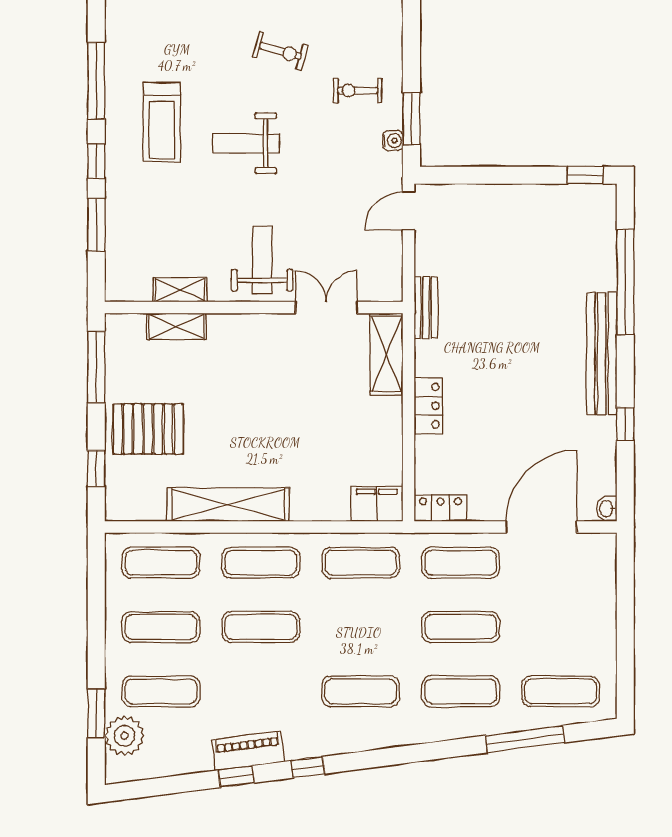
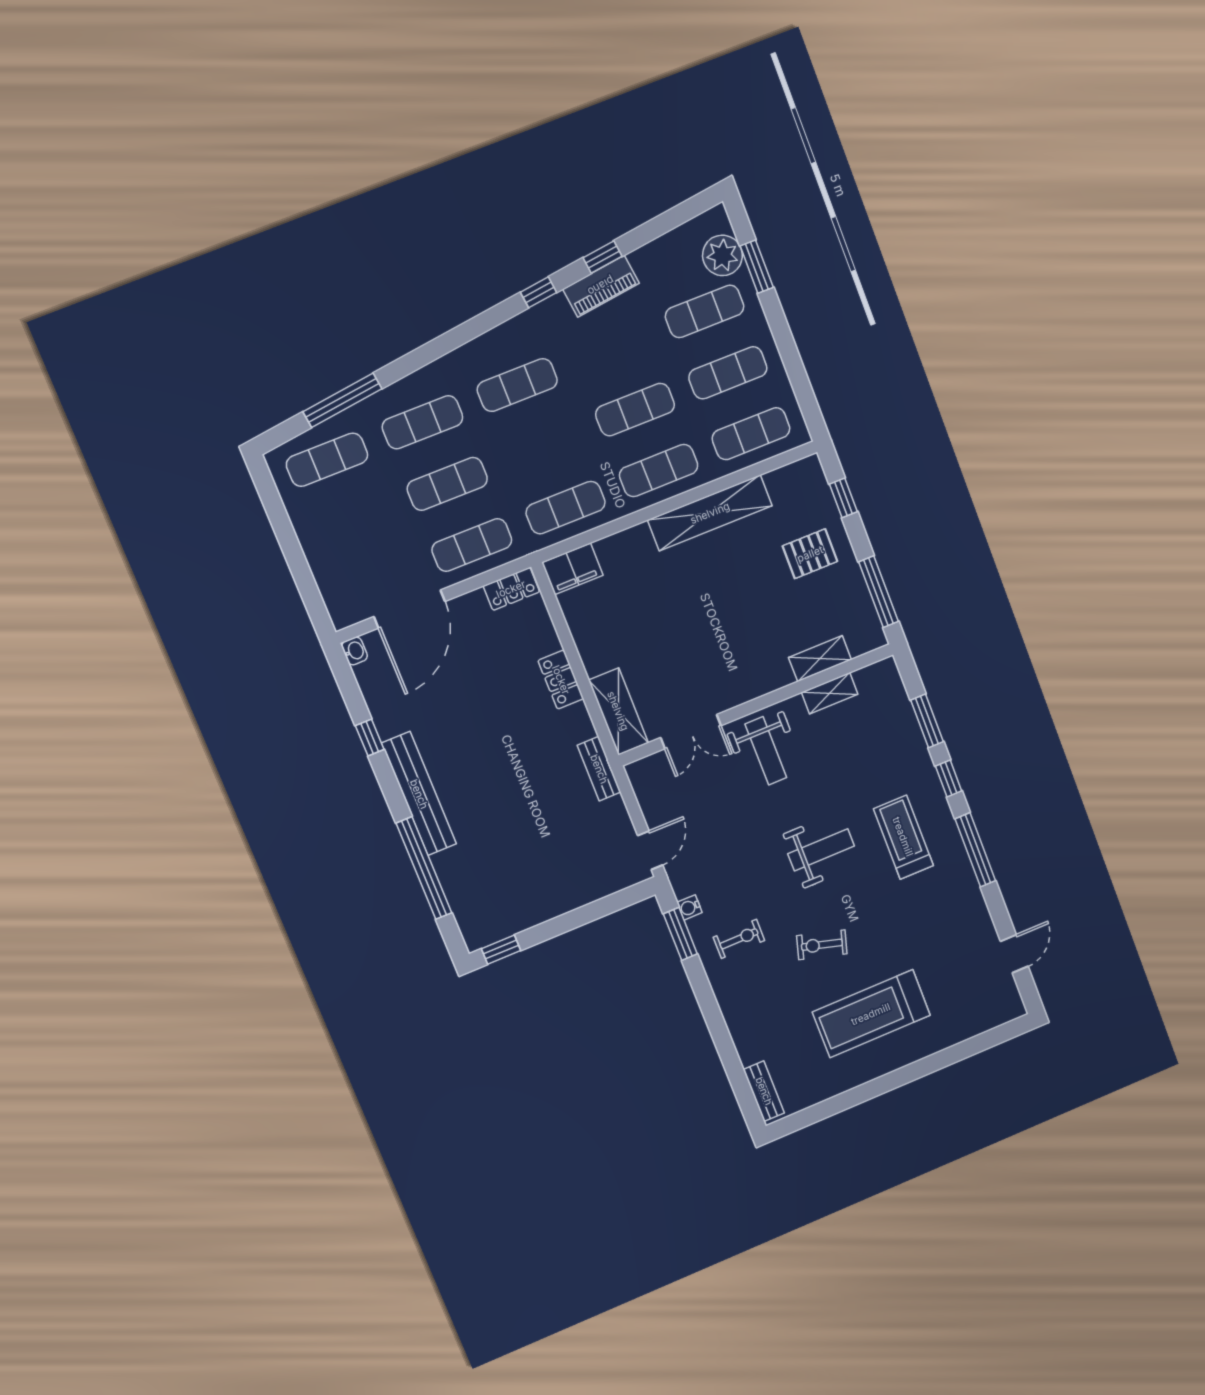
pallet: (148, 429) -> (810, 554), width x0.67, depth x0.71

